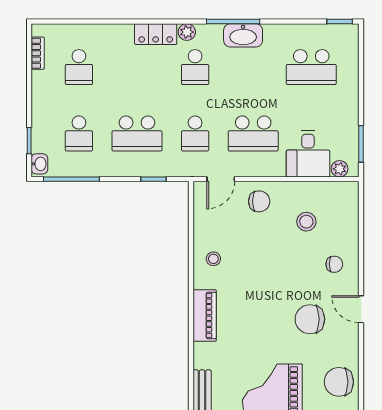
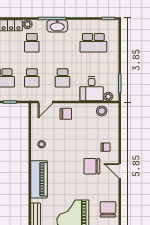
school desk: (253, 133) -> (63, 78), width x0.54
stool: (306, 222) -> (102, 111), moved
piano: (205, 315) -> (39, 179), width x1.37, depth x1.33
chair: (310, 319) -> (92, 166), moved
chair: (339, 382) -> (108, 209), turned 90

